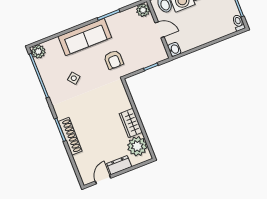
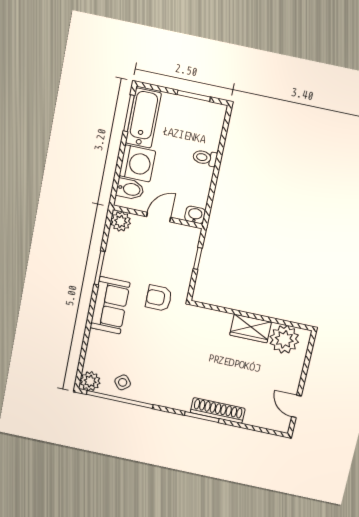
toilet: (239, 23) -> (205, 158), moved
sofa: (85, 37) -> (110, 305), width x0.73
armchair: (114, 60) -> (159, 298), turned 180
side table: (74, 78) -> (123, 382), moved
dresser: (119, 165) -> (292, 376), removed

